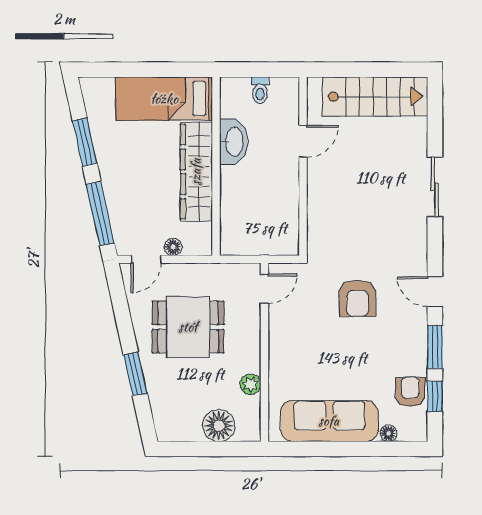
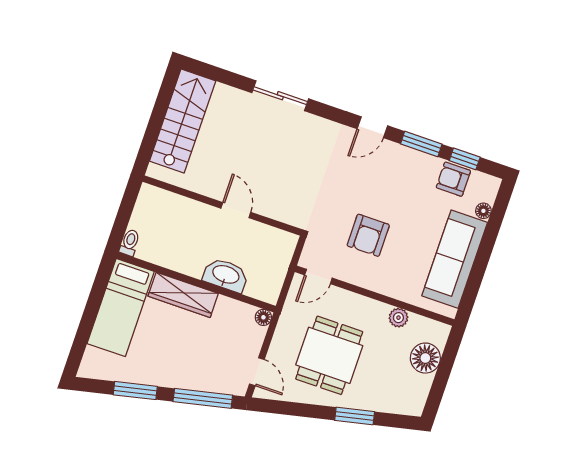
toilet: (260, 90) -> (130, 243), moved, turned -90
door: (303, 141) -> (236, 210), moved
washbasin: (234, 142) -> (226, 275), moved
wardrobe: (196, 172) -> (183, 295), width x0.71, depth x0.85
floor lamp: (173, 247) -> (263, 317), moved
door: (264, 289) -> (318, 277), swing flipped
armchair: (358, 298) -> (368, 235), moved, turned 90

